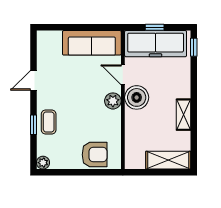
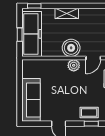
sofa: (92, 43) -> (31, 100), moved
door: (123, 75) -> (93, 58), moved
shelving: (184, 115) -> (67, 13), moved

